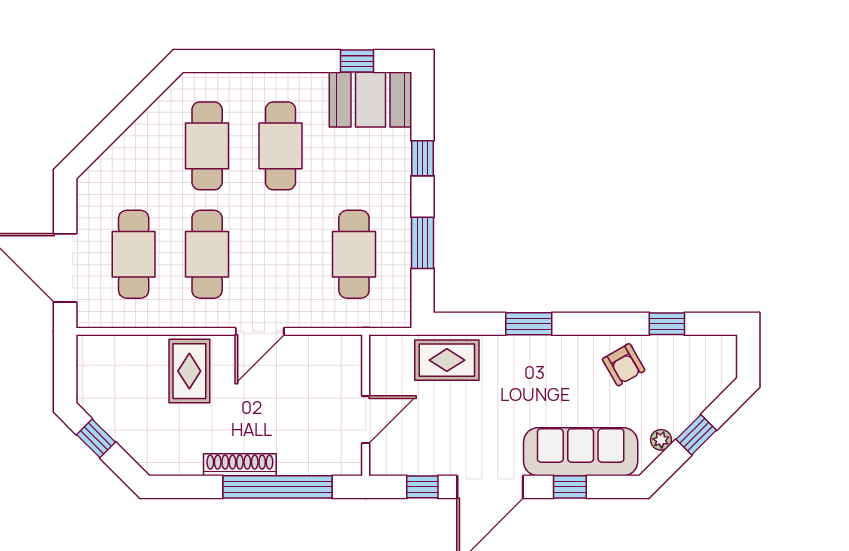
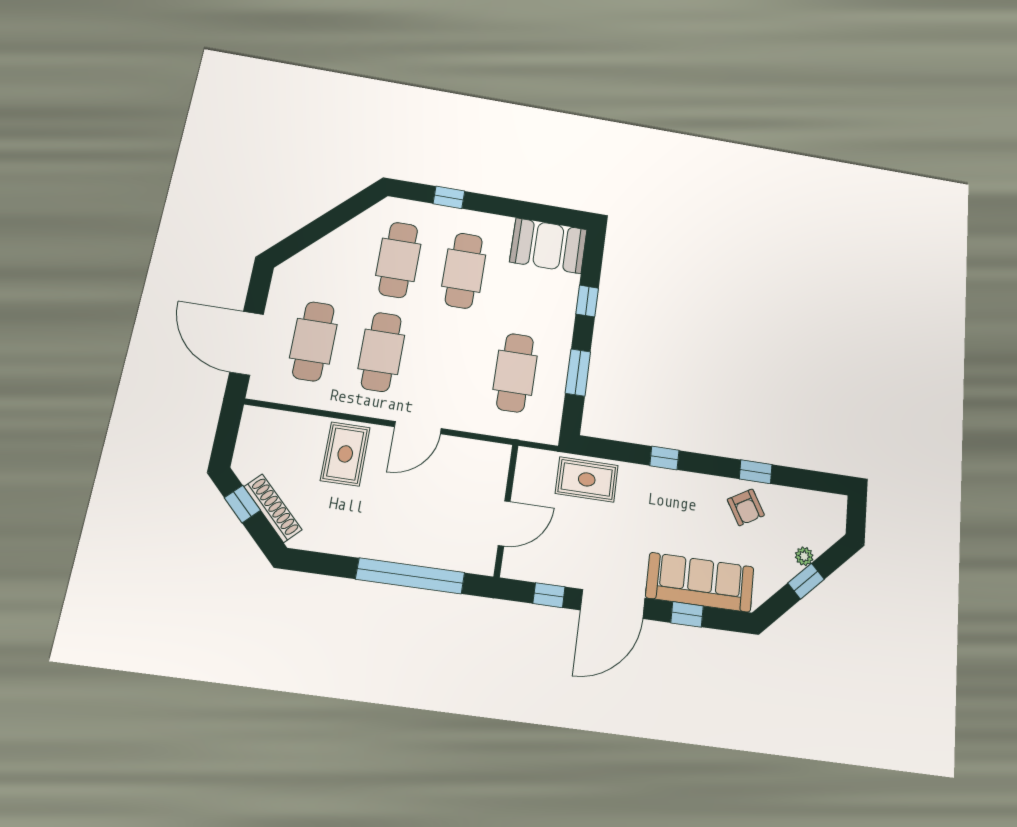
window: (357, 61) -> (449, 197), moved
window: (529, 324) -> (664, 458), width x0.67
window: (667, 324) -> (756, 472), moved
plant: (661, 440) -> (804, 556), moved
shoe rack: (240, 465) -> (273, 508), moved, turned 45

